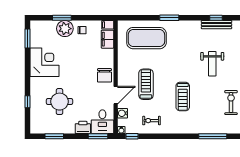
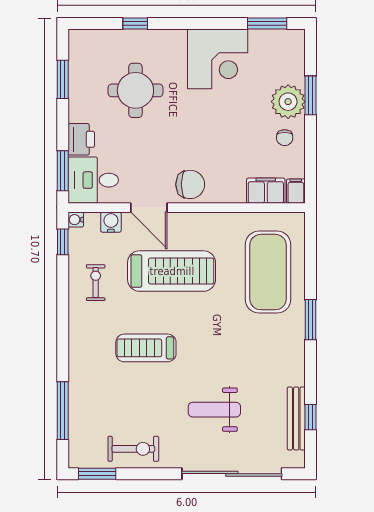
chair: (104, 75) -> (190, 184), turned 180
treadmill: (146, 84) -> (172, 271), width x1.37, depth x1.38

